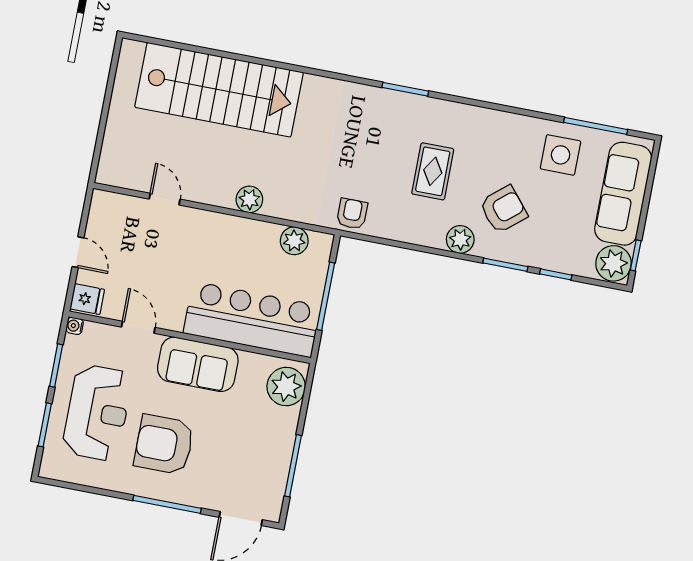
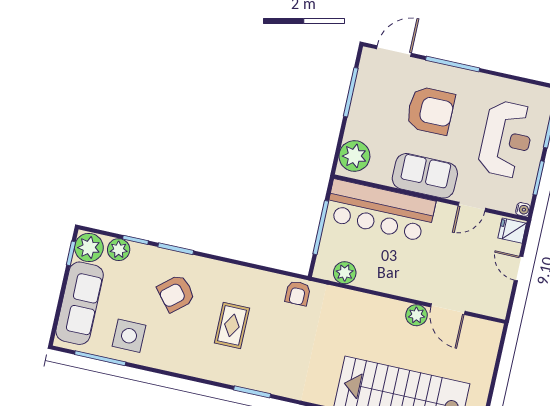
door: (165, 199) -> (448, 309), width x1.38
plant: (249, 199) -> (416, 315), moved
plant: (460, 239) -> (119, 250), moved
door: (138, 327) -> (472, 207), hinge flipped
reception desk: (97, 413) -> (507, 139), turned 180
armchair: (164, 445) -> (430, 110), moved

